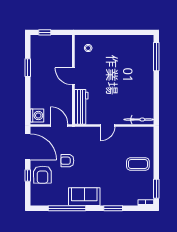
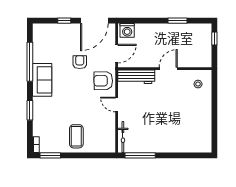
window: (156, 57) -> (140, 155), moved
armchair: (42, 175) -> (103, 81), moved

